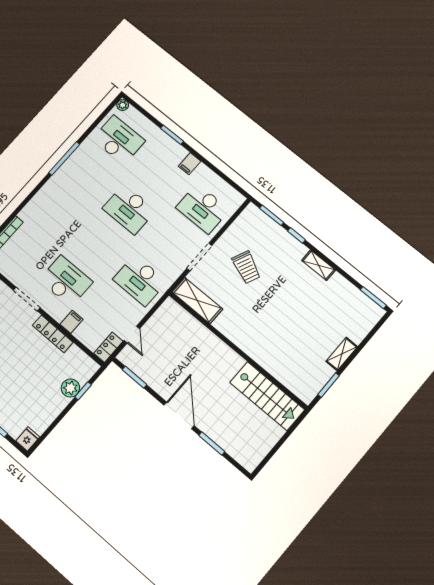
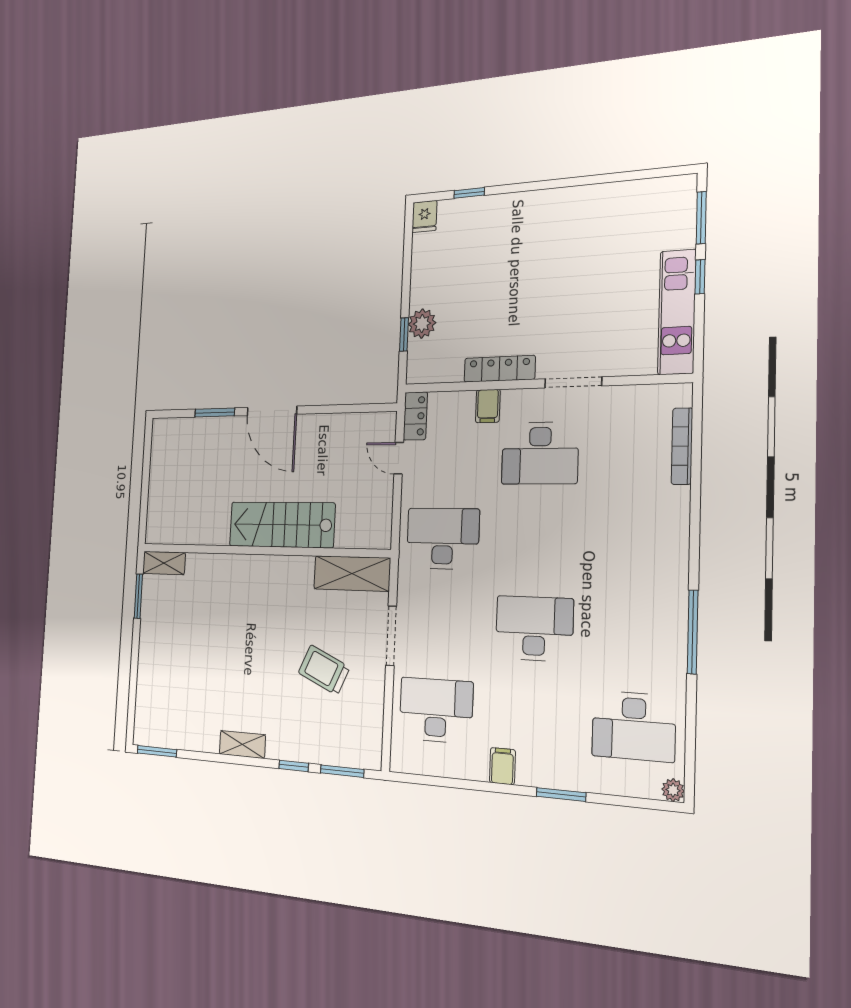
shelving: (342, 354) -> (164, 563), moved, turned 90
window: (134, 377) -> (356, 408), removed
stairs: (267, 396) -> (282, 525), moved

